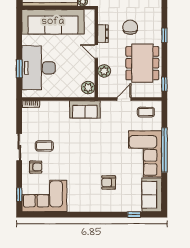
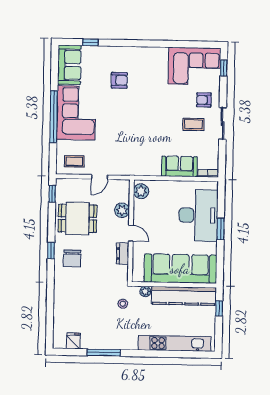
chair: (130, 27) -> (72, 258), moved
dining table: (142, 63) -> (77, 218), width x0.73
window: (19, 69) -> (221, 229), moved
sofa: (85, 109) -> (179, 166), moved

